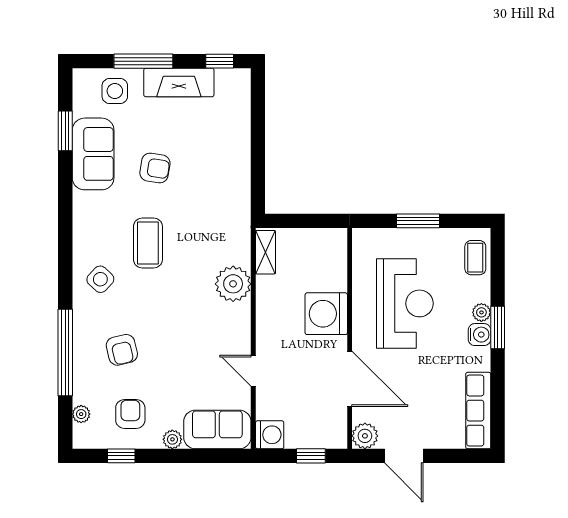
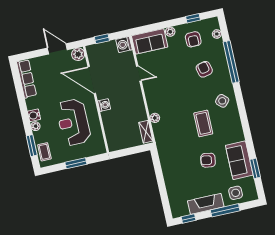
plant: (233, 284) -> (155, 118), width x0.53, depth x0.53
washing machine: (326, 314) -> (104, 105), width x0.53, depth x0.53
window: (498, 328) -> (32, 146), moved

